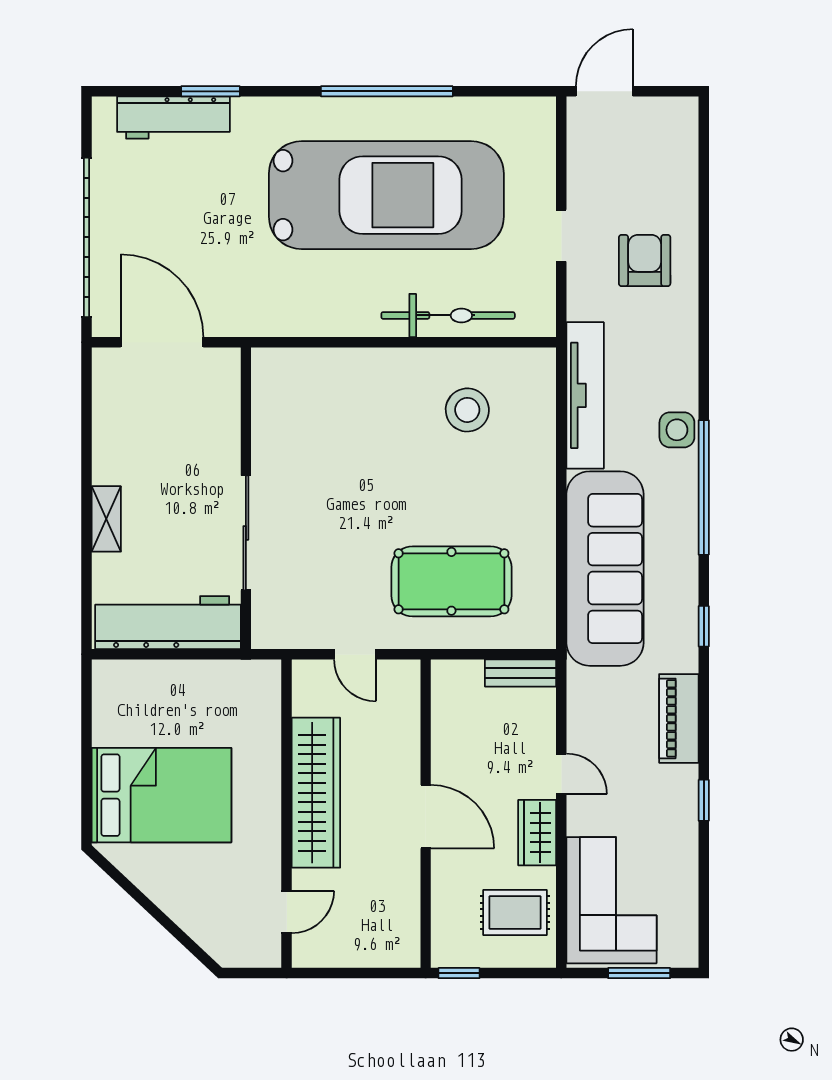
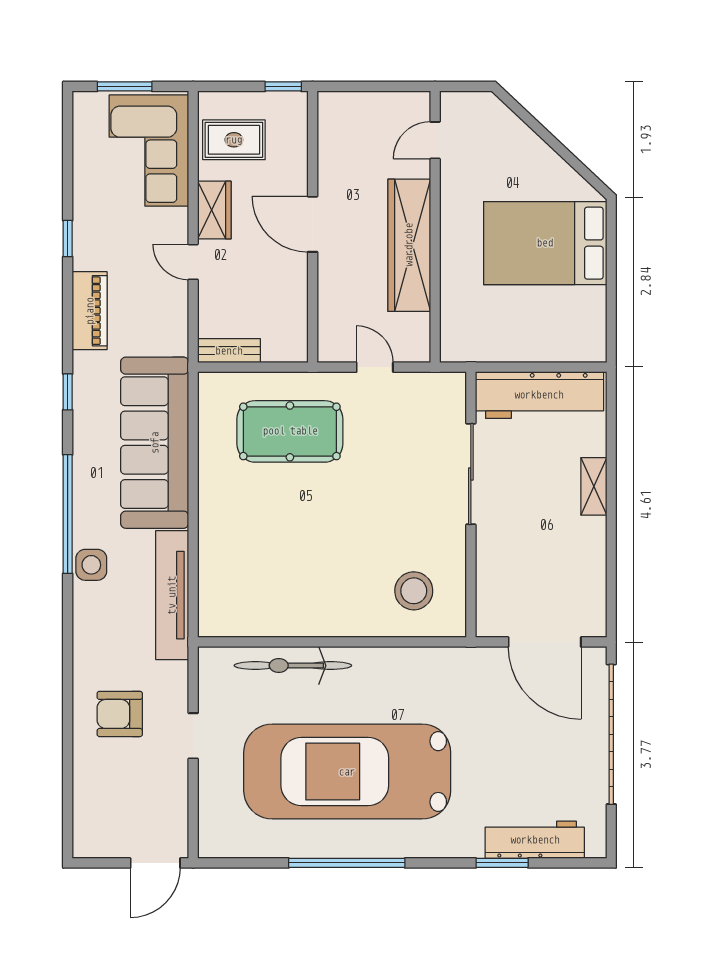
armchair: (645, 261) -> (120, 714), turned 90
stool: (467, 410) -> (414, 591), moved

